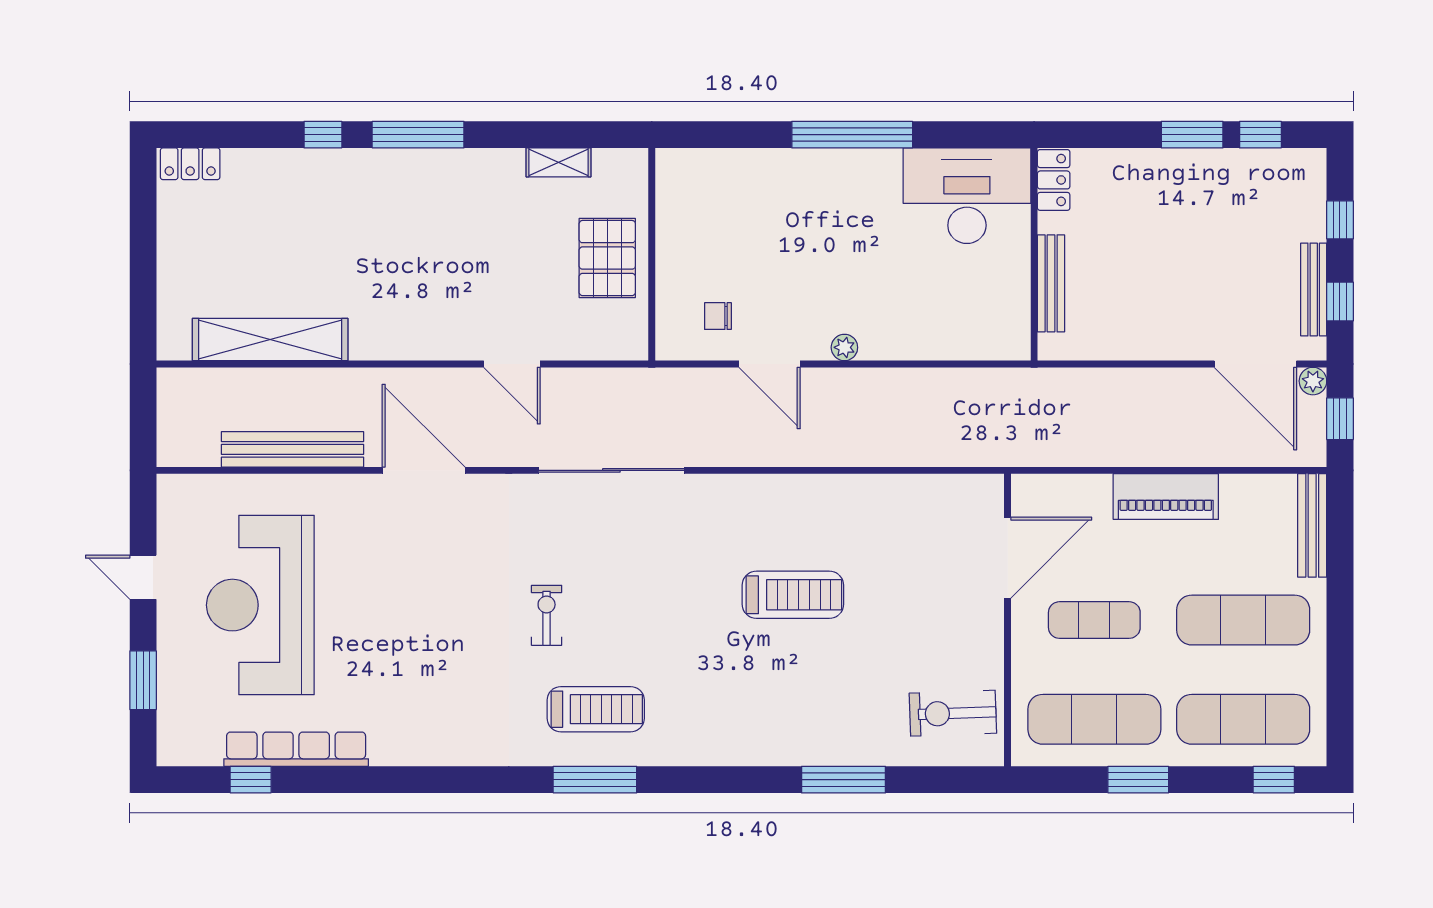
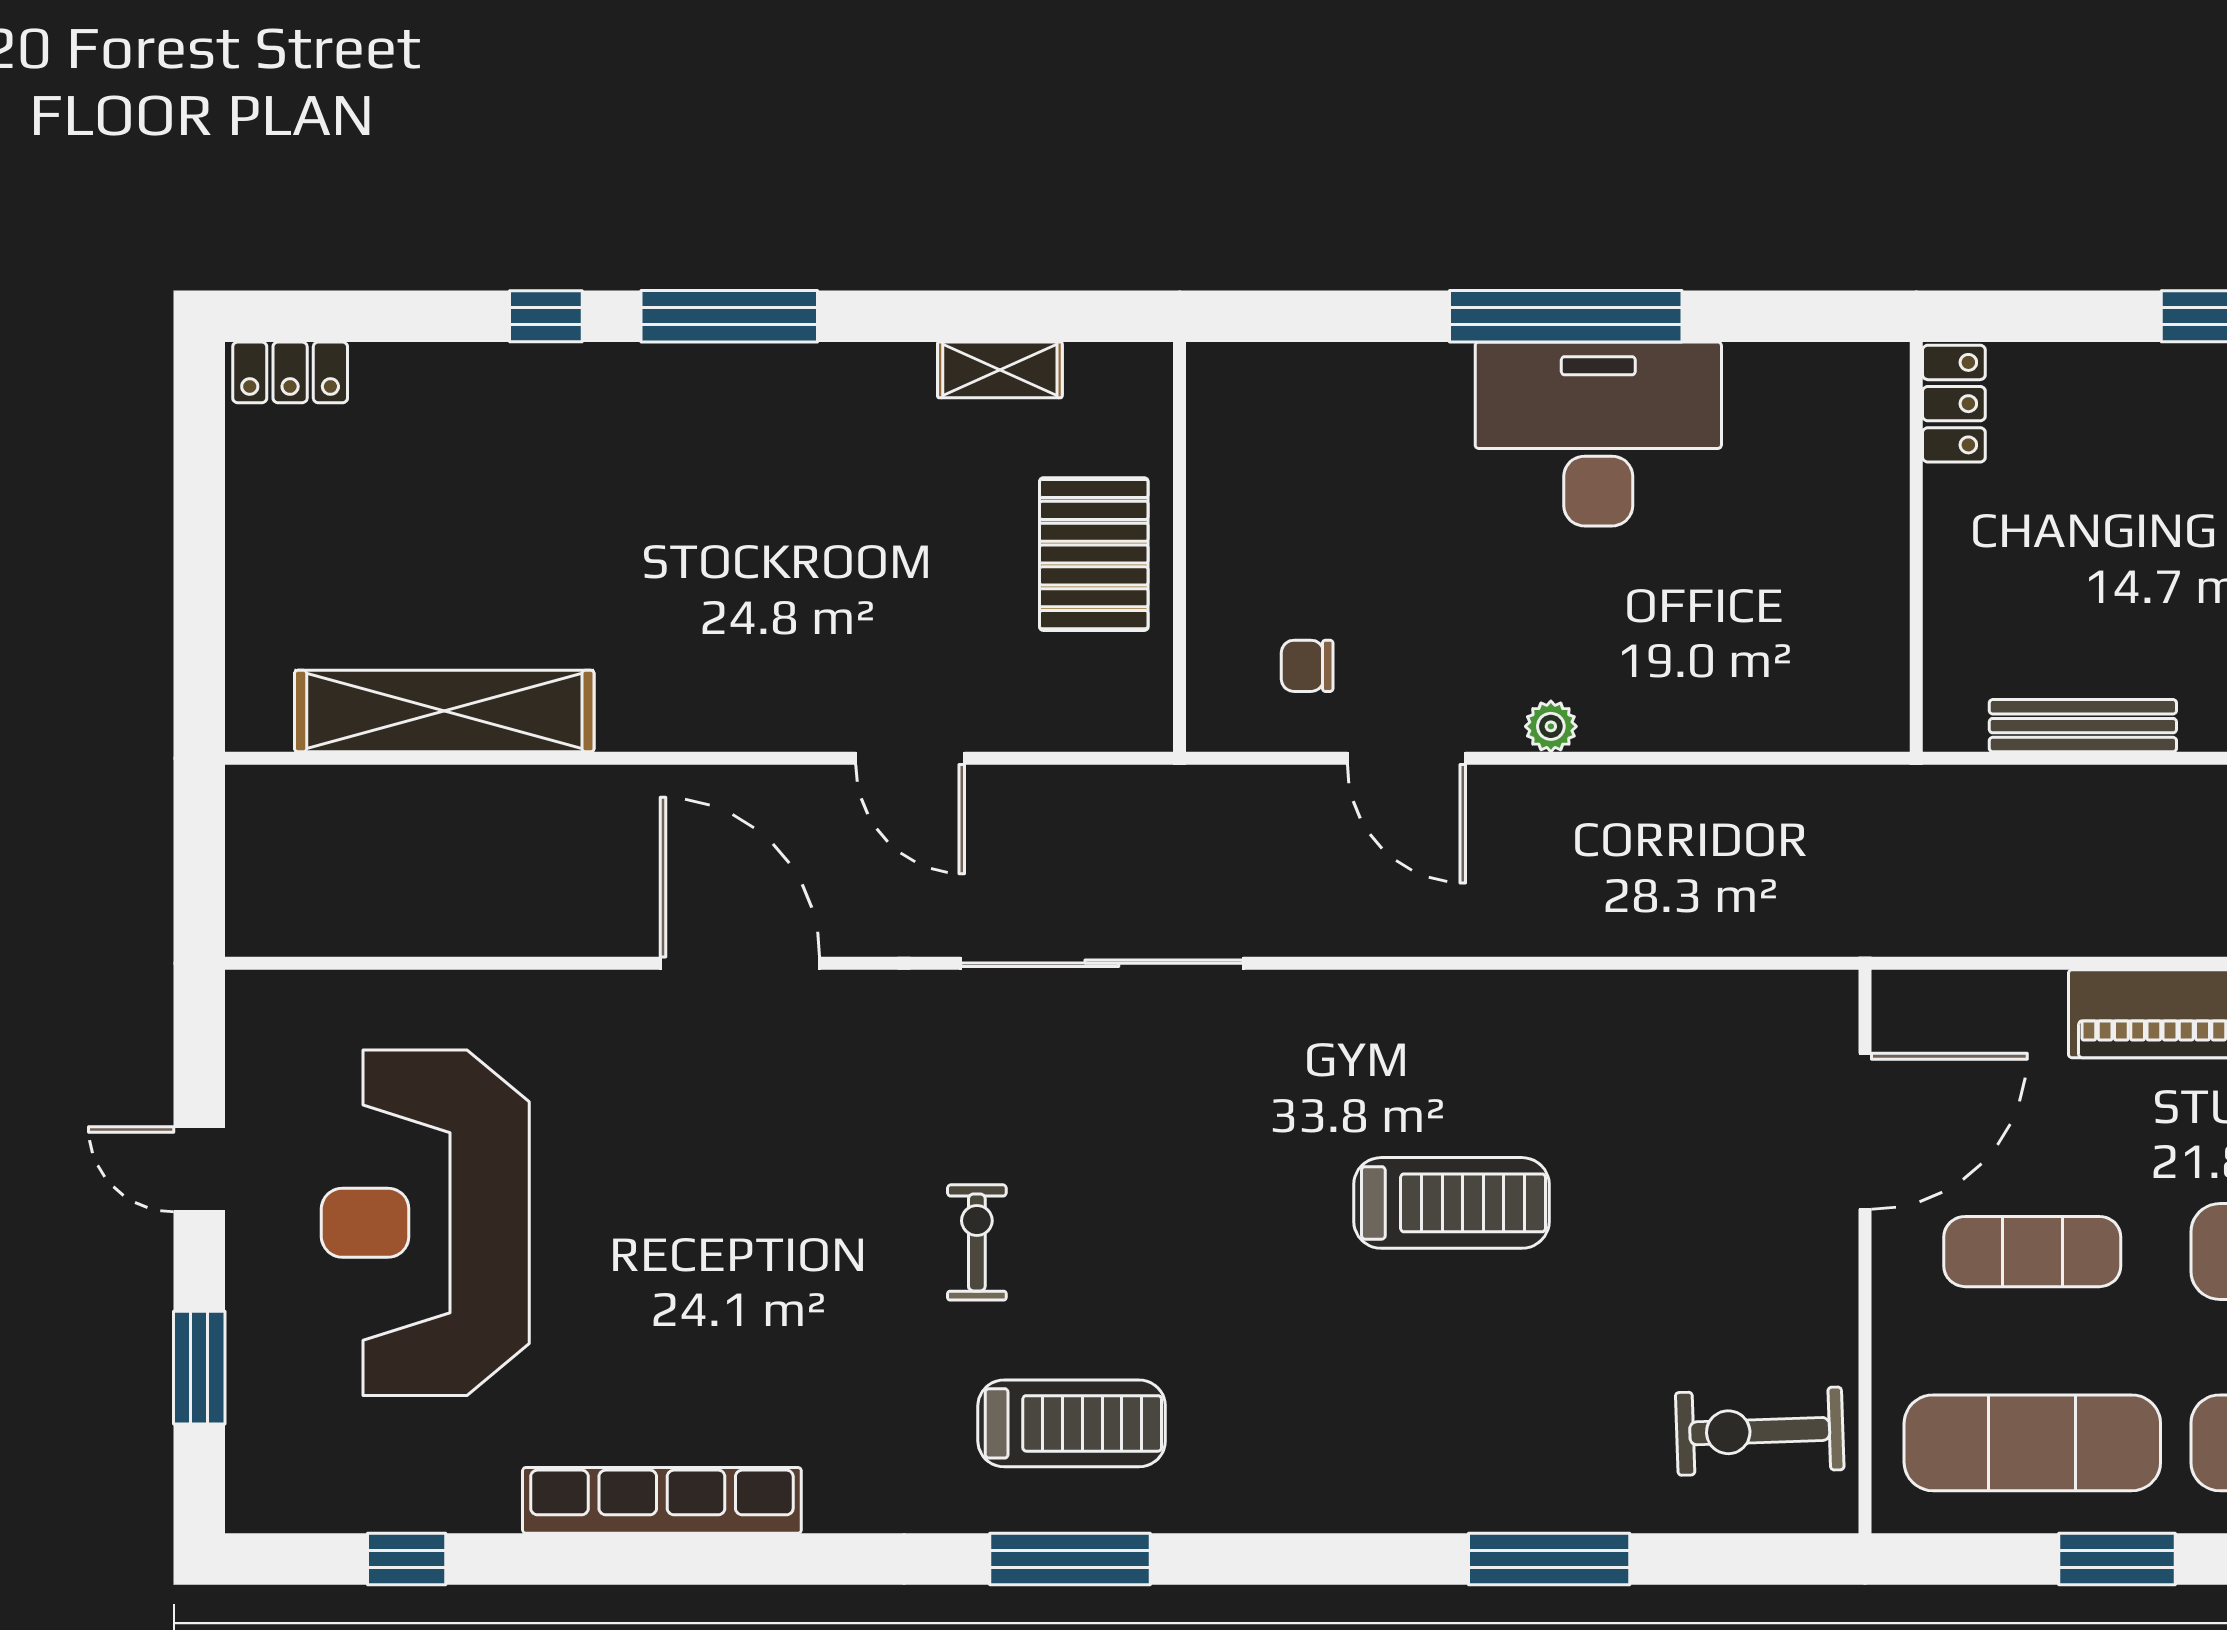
desk: (967, 196) -> (1598, 434), moved
bench: (1051, 283) -> (2083, 726), moved, turned 90
bench: (292, 449) -> (487, 923), removed
row of seats: (296, 749) -> (662, 1500), moved

